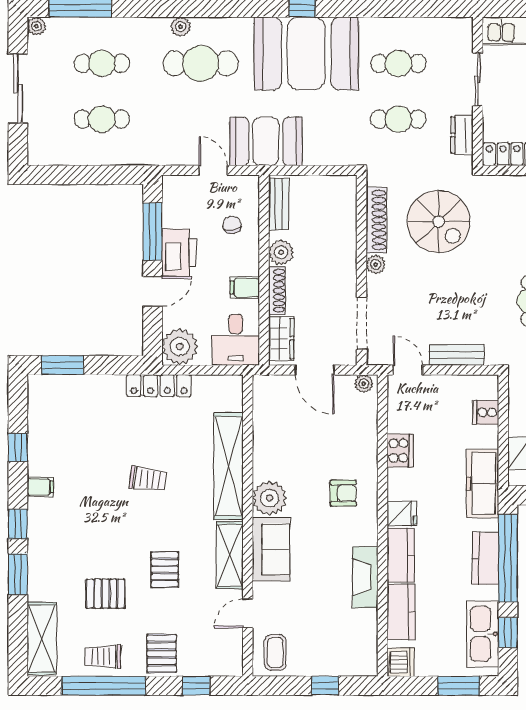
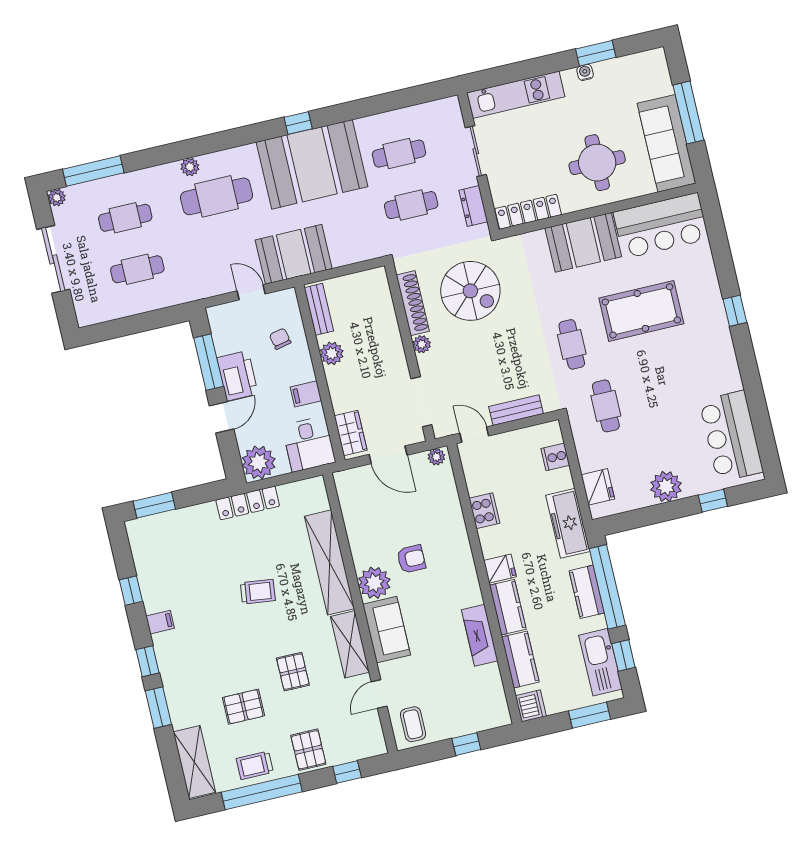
shoe rack: (277, 291) -> (336, 390), removed
armchair: (343, 493) -> (411, 559), moved

